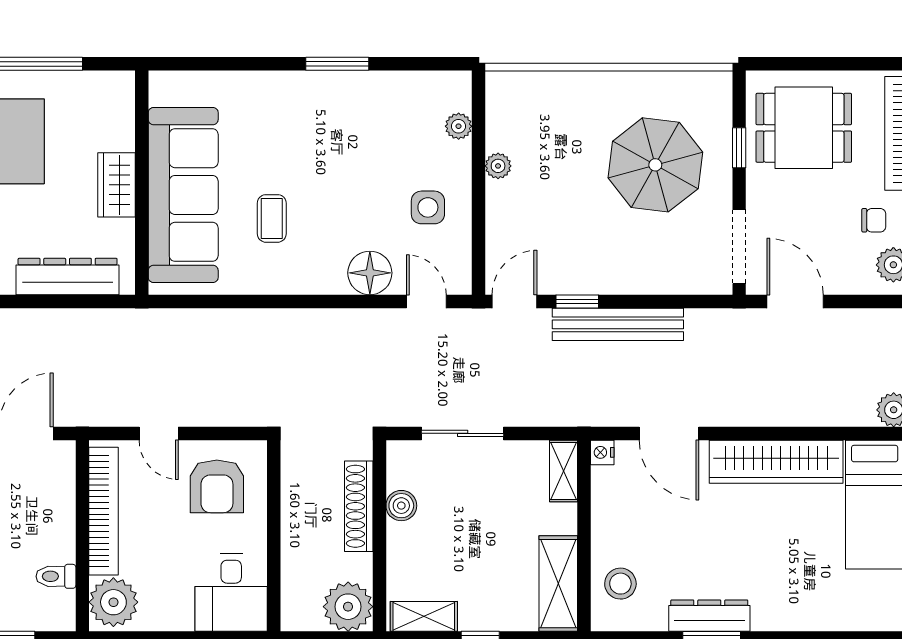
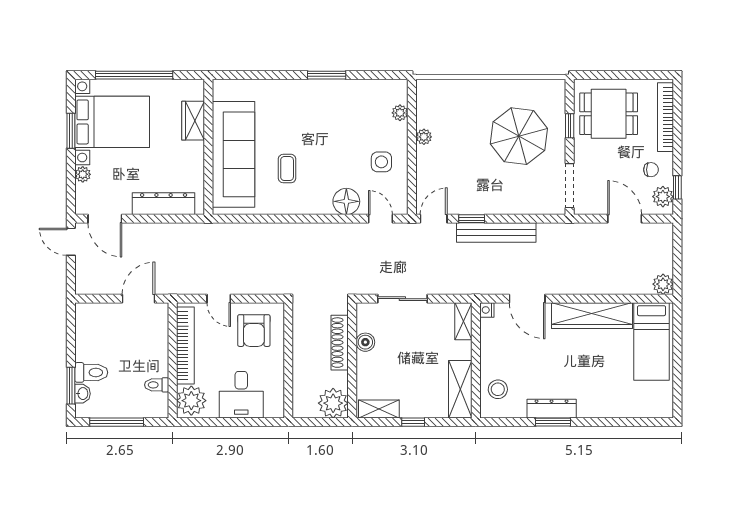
wardrobe: (117, 185) -> (193, 121), moved
door: (795, 301) -> (625, 219), moved
desk: (231, 593) -> (241, 395), moved

